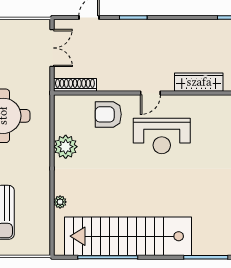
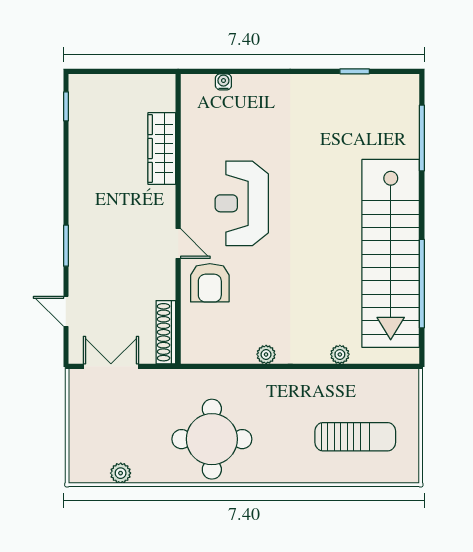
door: (150, 93) -> (178, 244), moved
reception desk: (162, 136) -> (242, 203), turned 180
plant: (66, 147) -> (266, 354), width x0.53, depth x0.53

